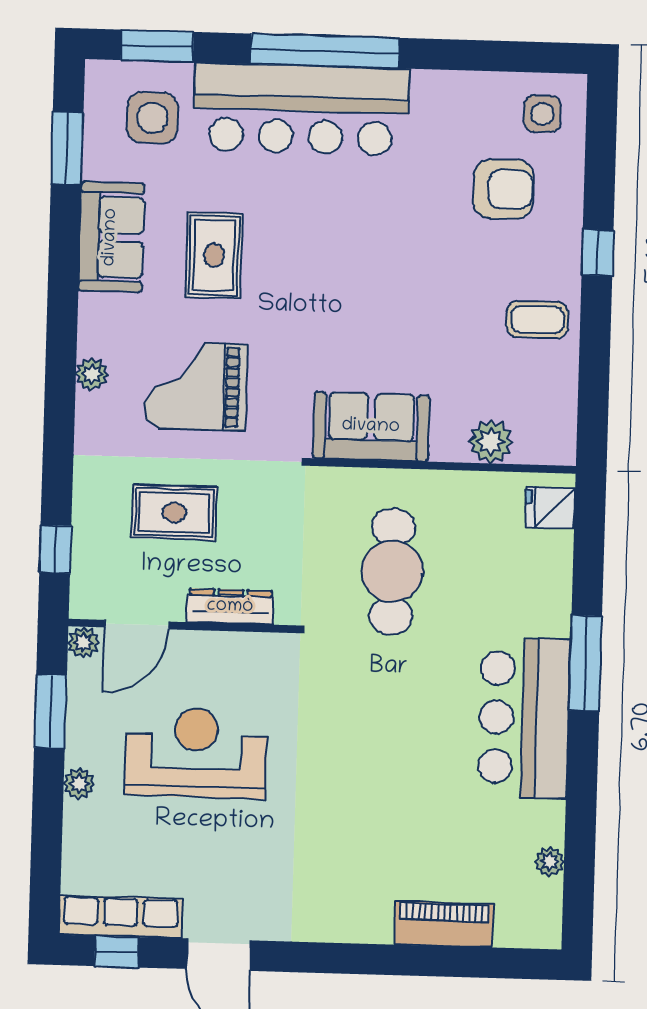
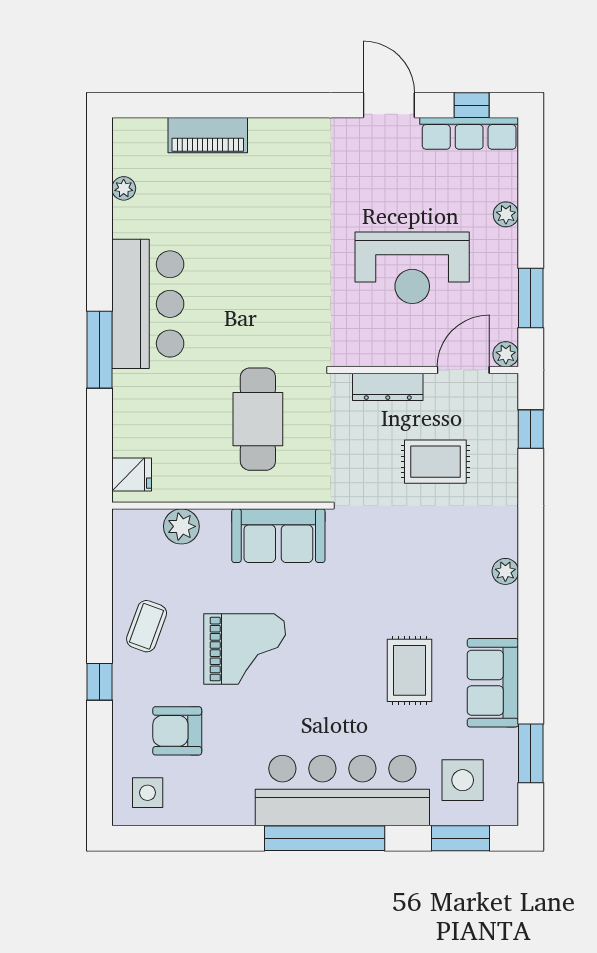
coffee table: (537, 320) -> (147, 626), turned -70
grand piano: (196, 386) -> (245, 649), moved
plant: (79, 784) -> (506, 214), moved

